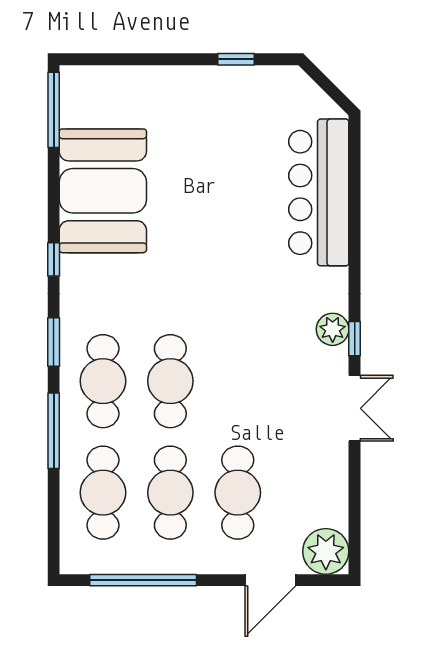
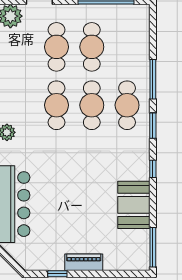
piano: (186, 81) -> (84, 262), added
booth: (103, 191) -> (134, 205), width x0.73, depth x0.70
cafe table: (103, 493) -> (57, 105), moved

